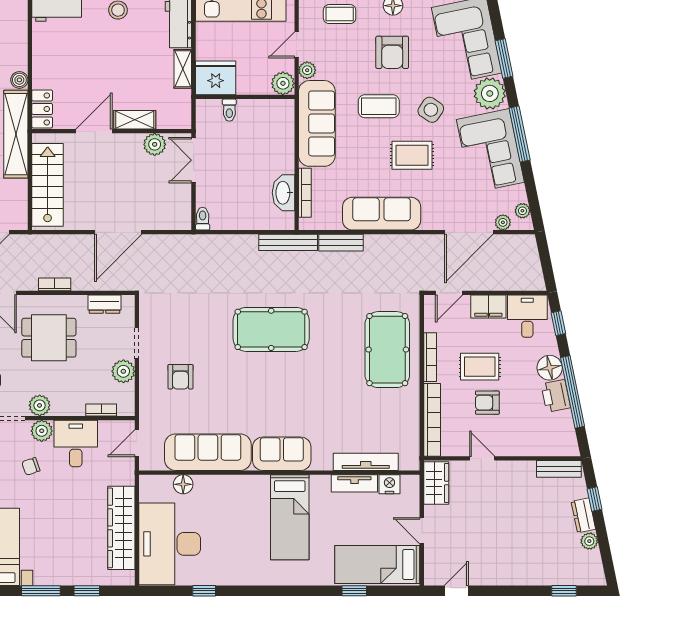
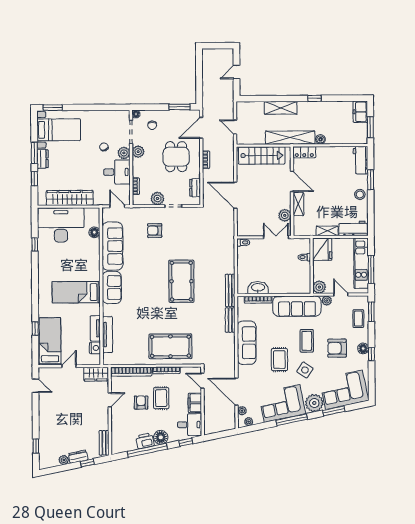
dresser: (51, 576) -> (43, 159), added

